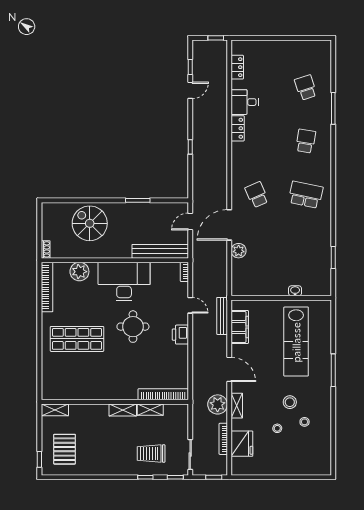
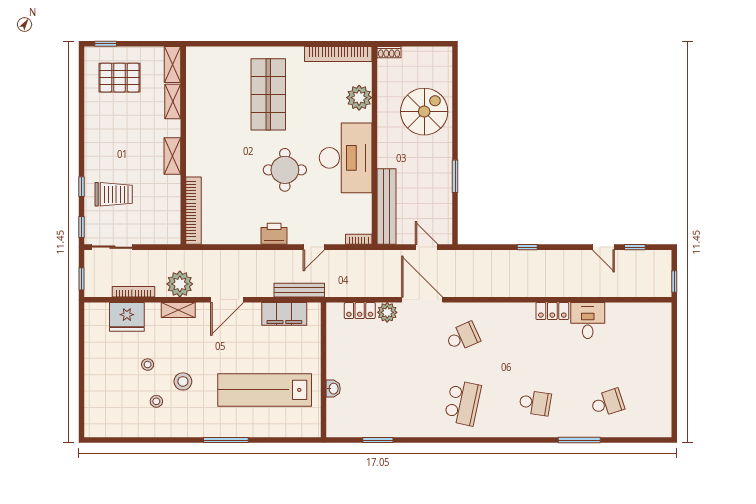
locker: (237, 67) -> (360, 311), moved
shelving: (150, 410) -> (173, 101), moved
trolley: (151, 453) -> (114, 194), turned 90

